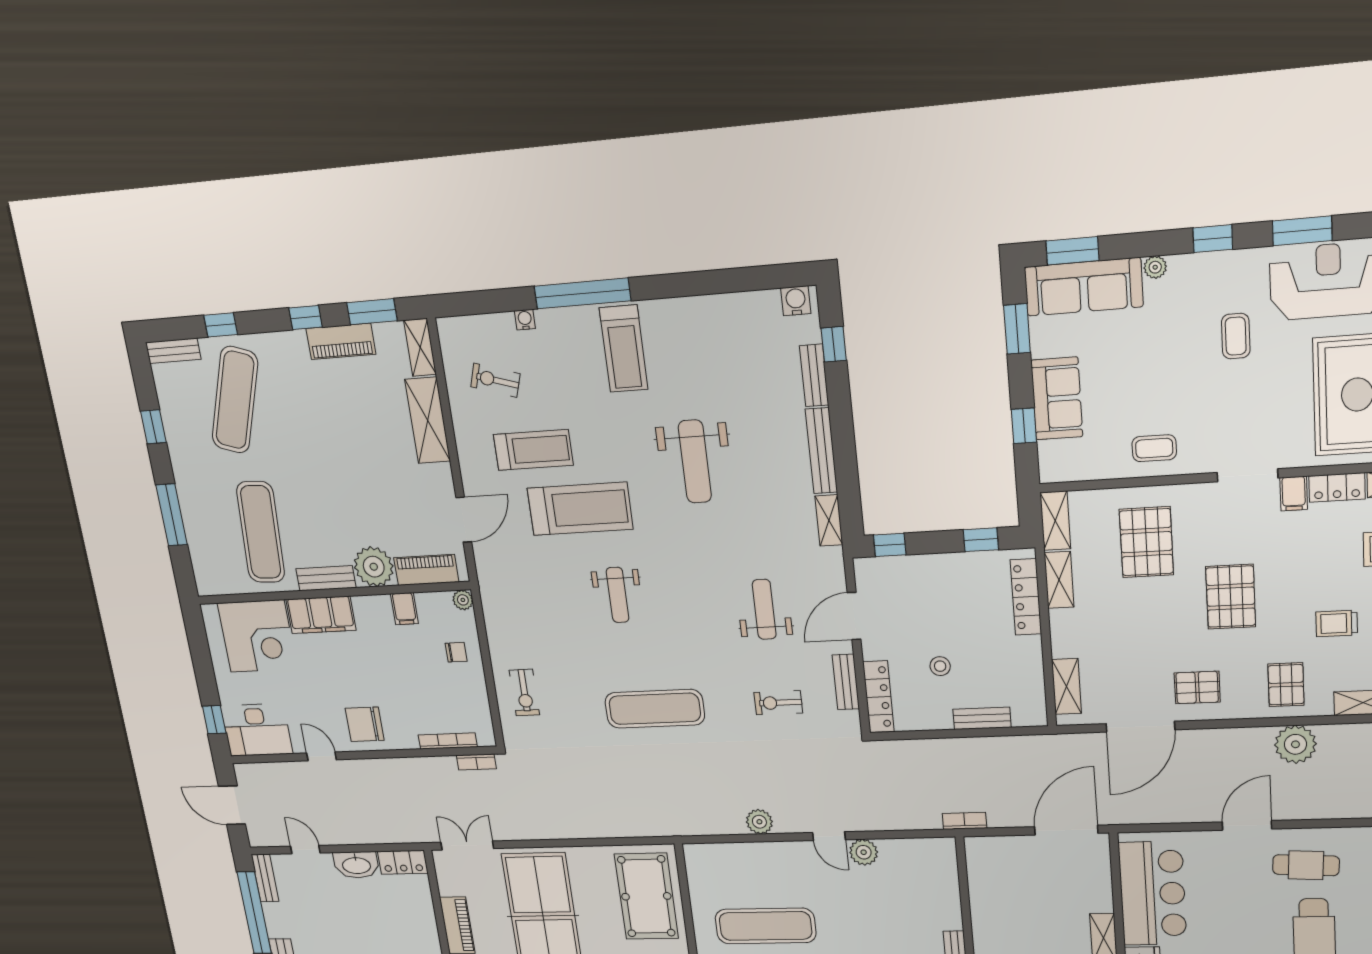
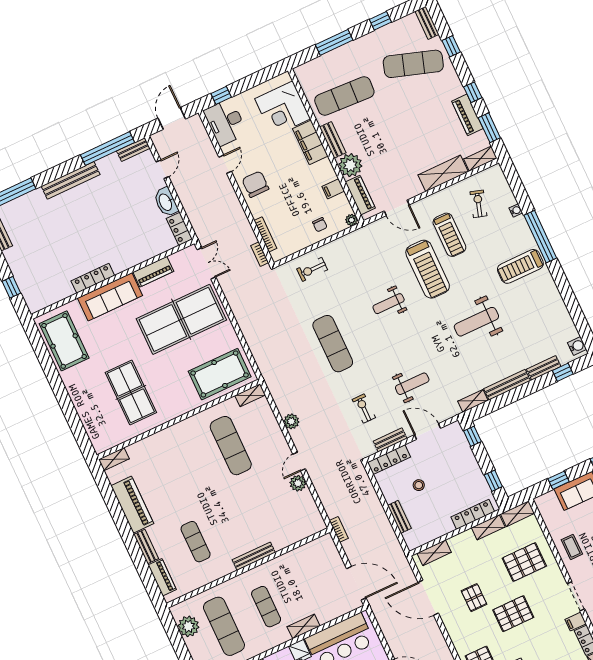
pallet: (1197, 687) -> (474, 598), moved
shelving: (695, 866) -> (250, 395), added

